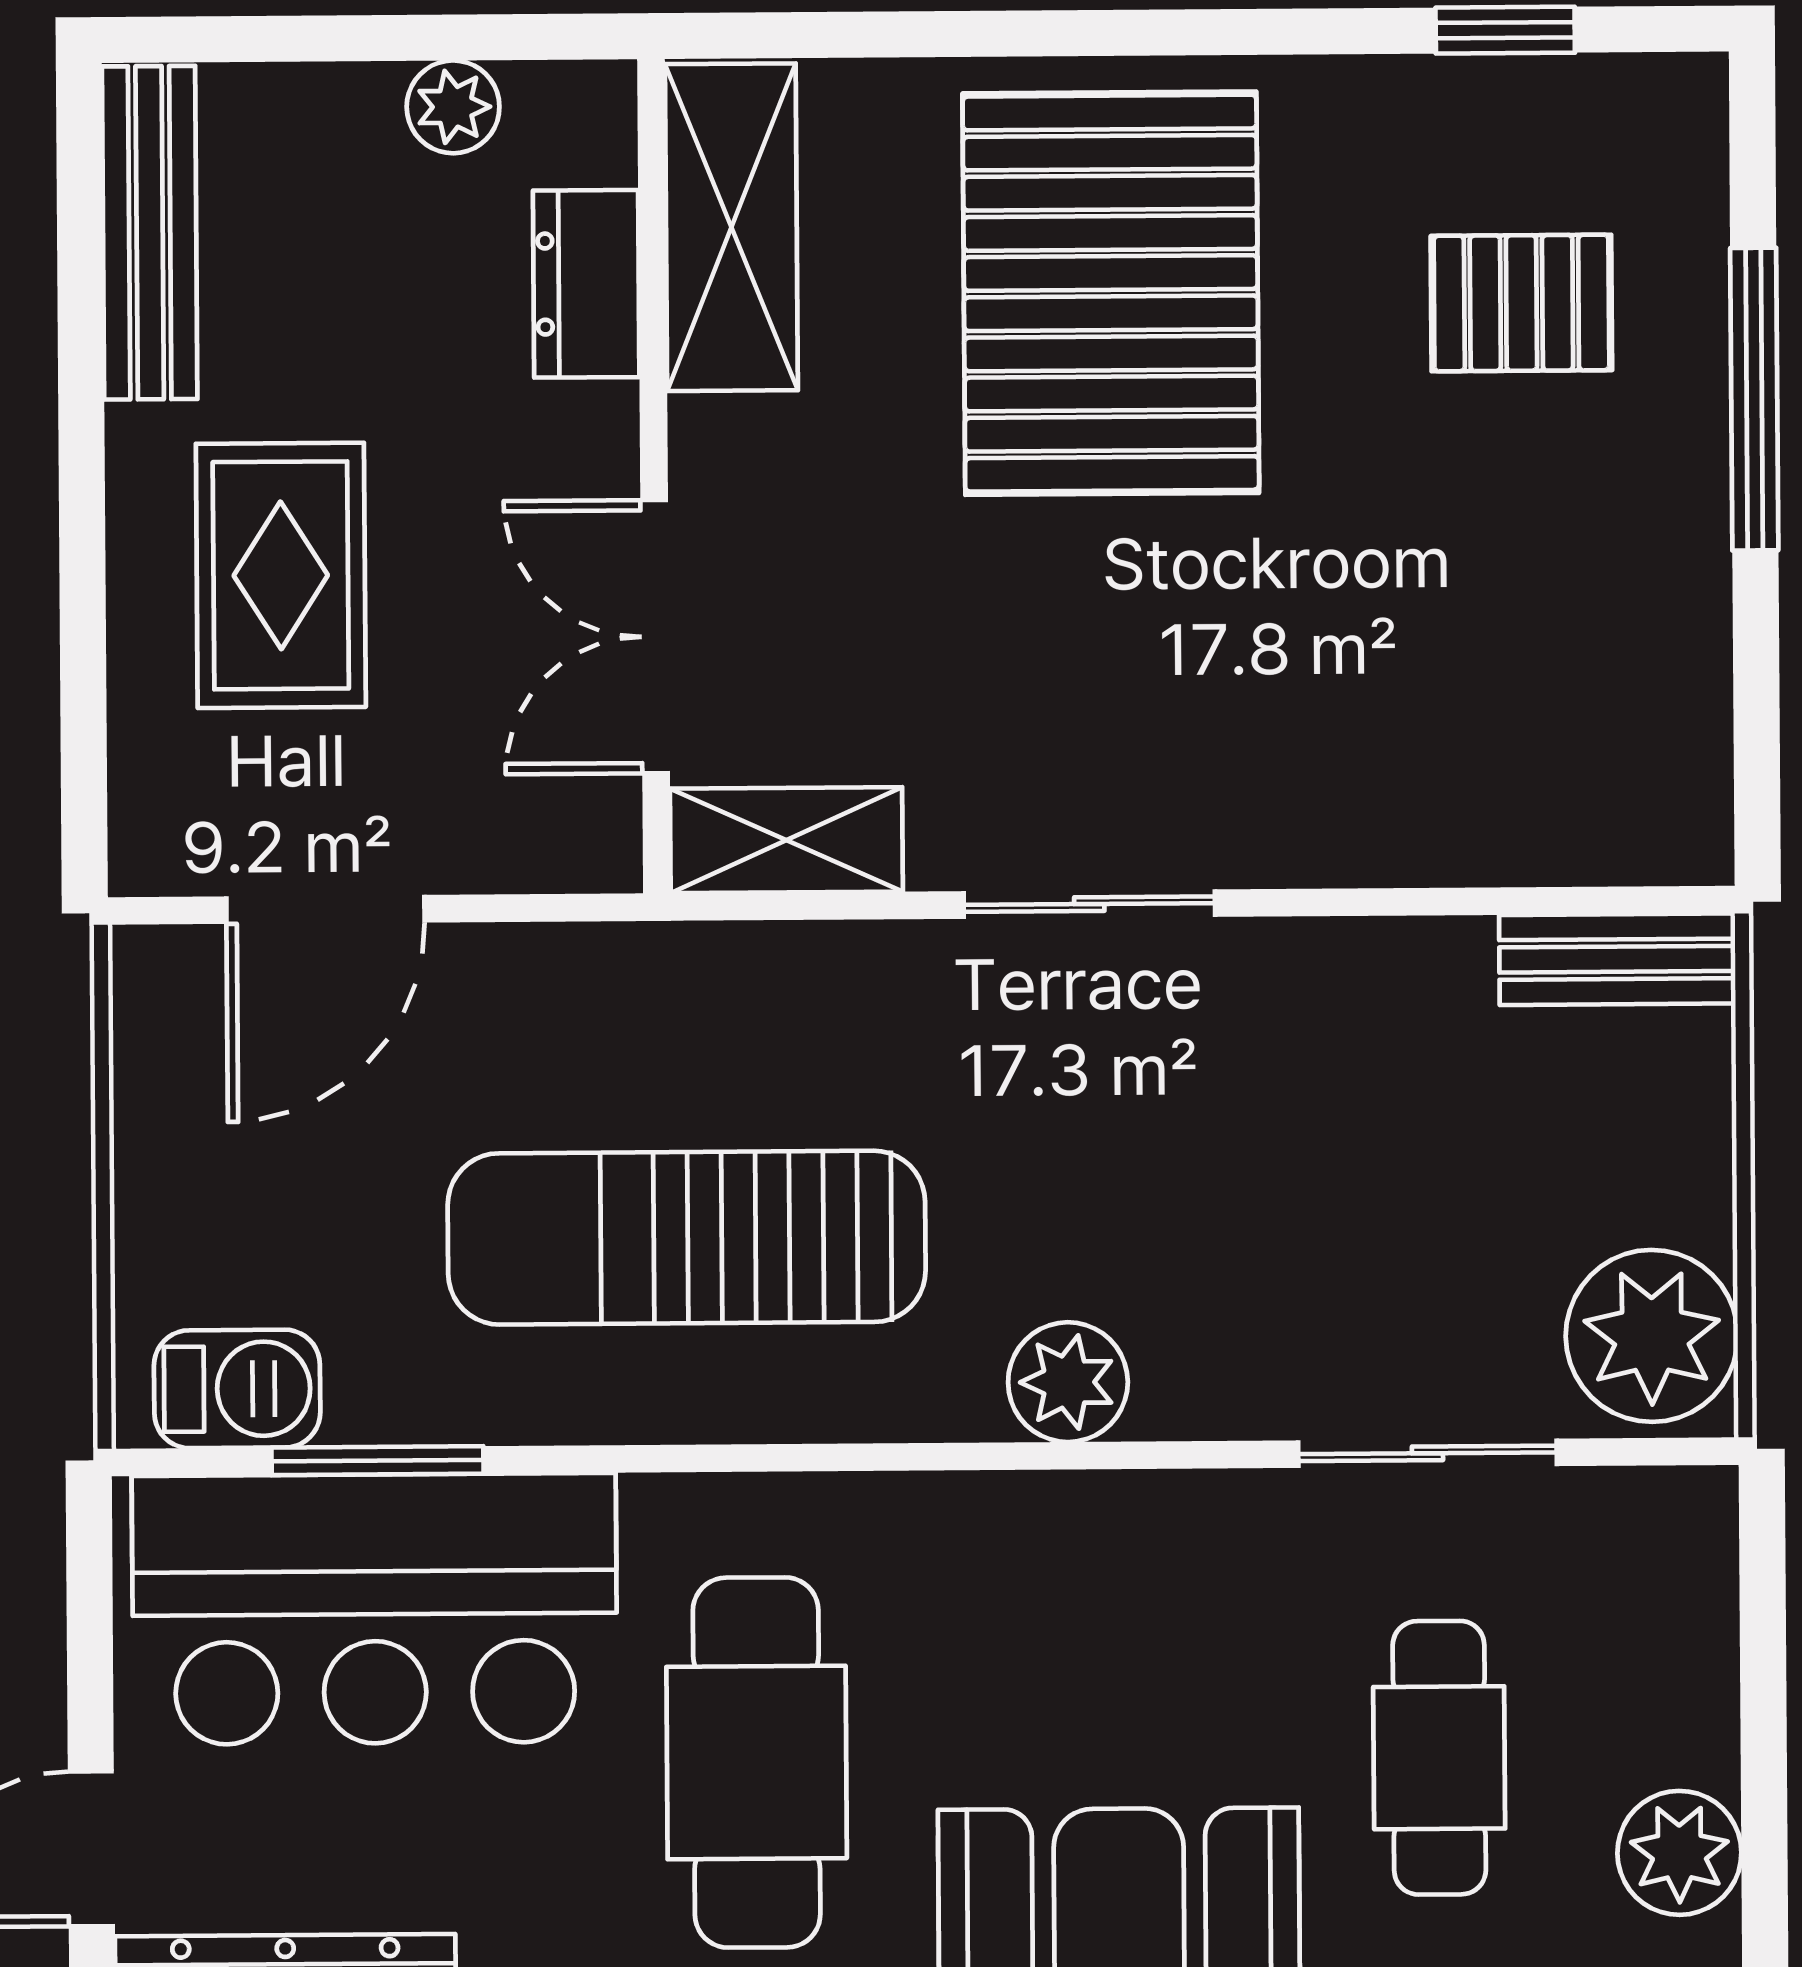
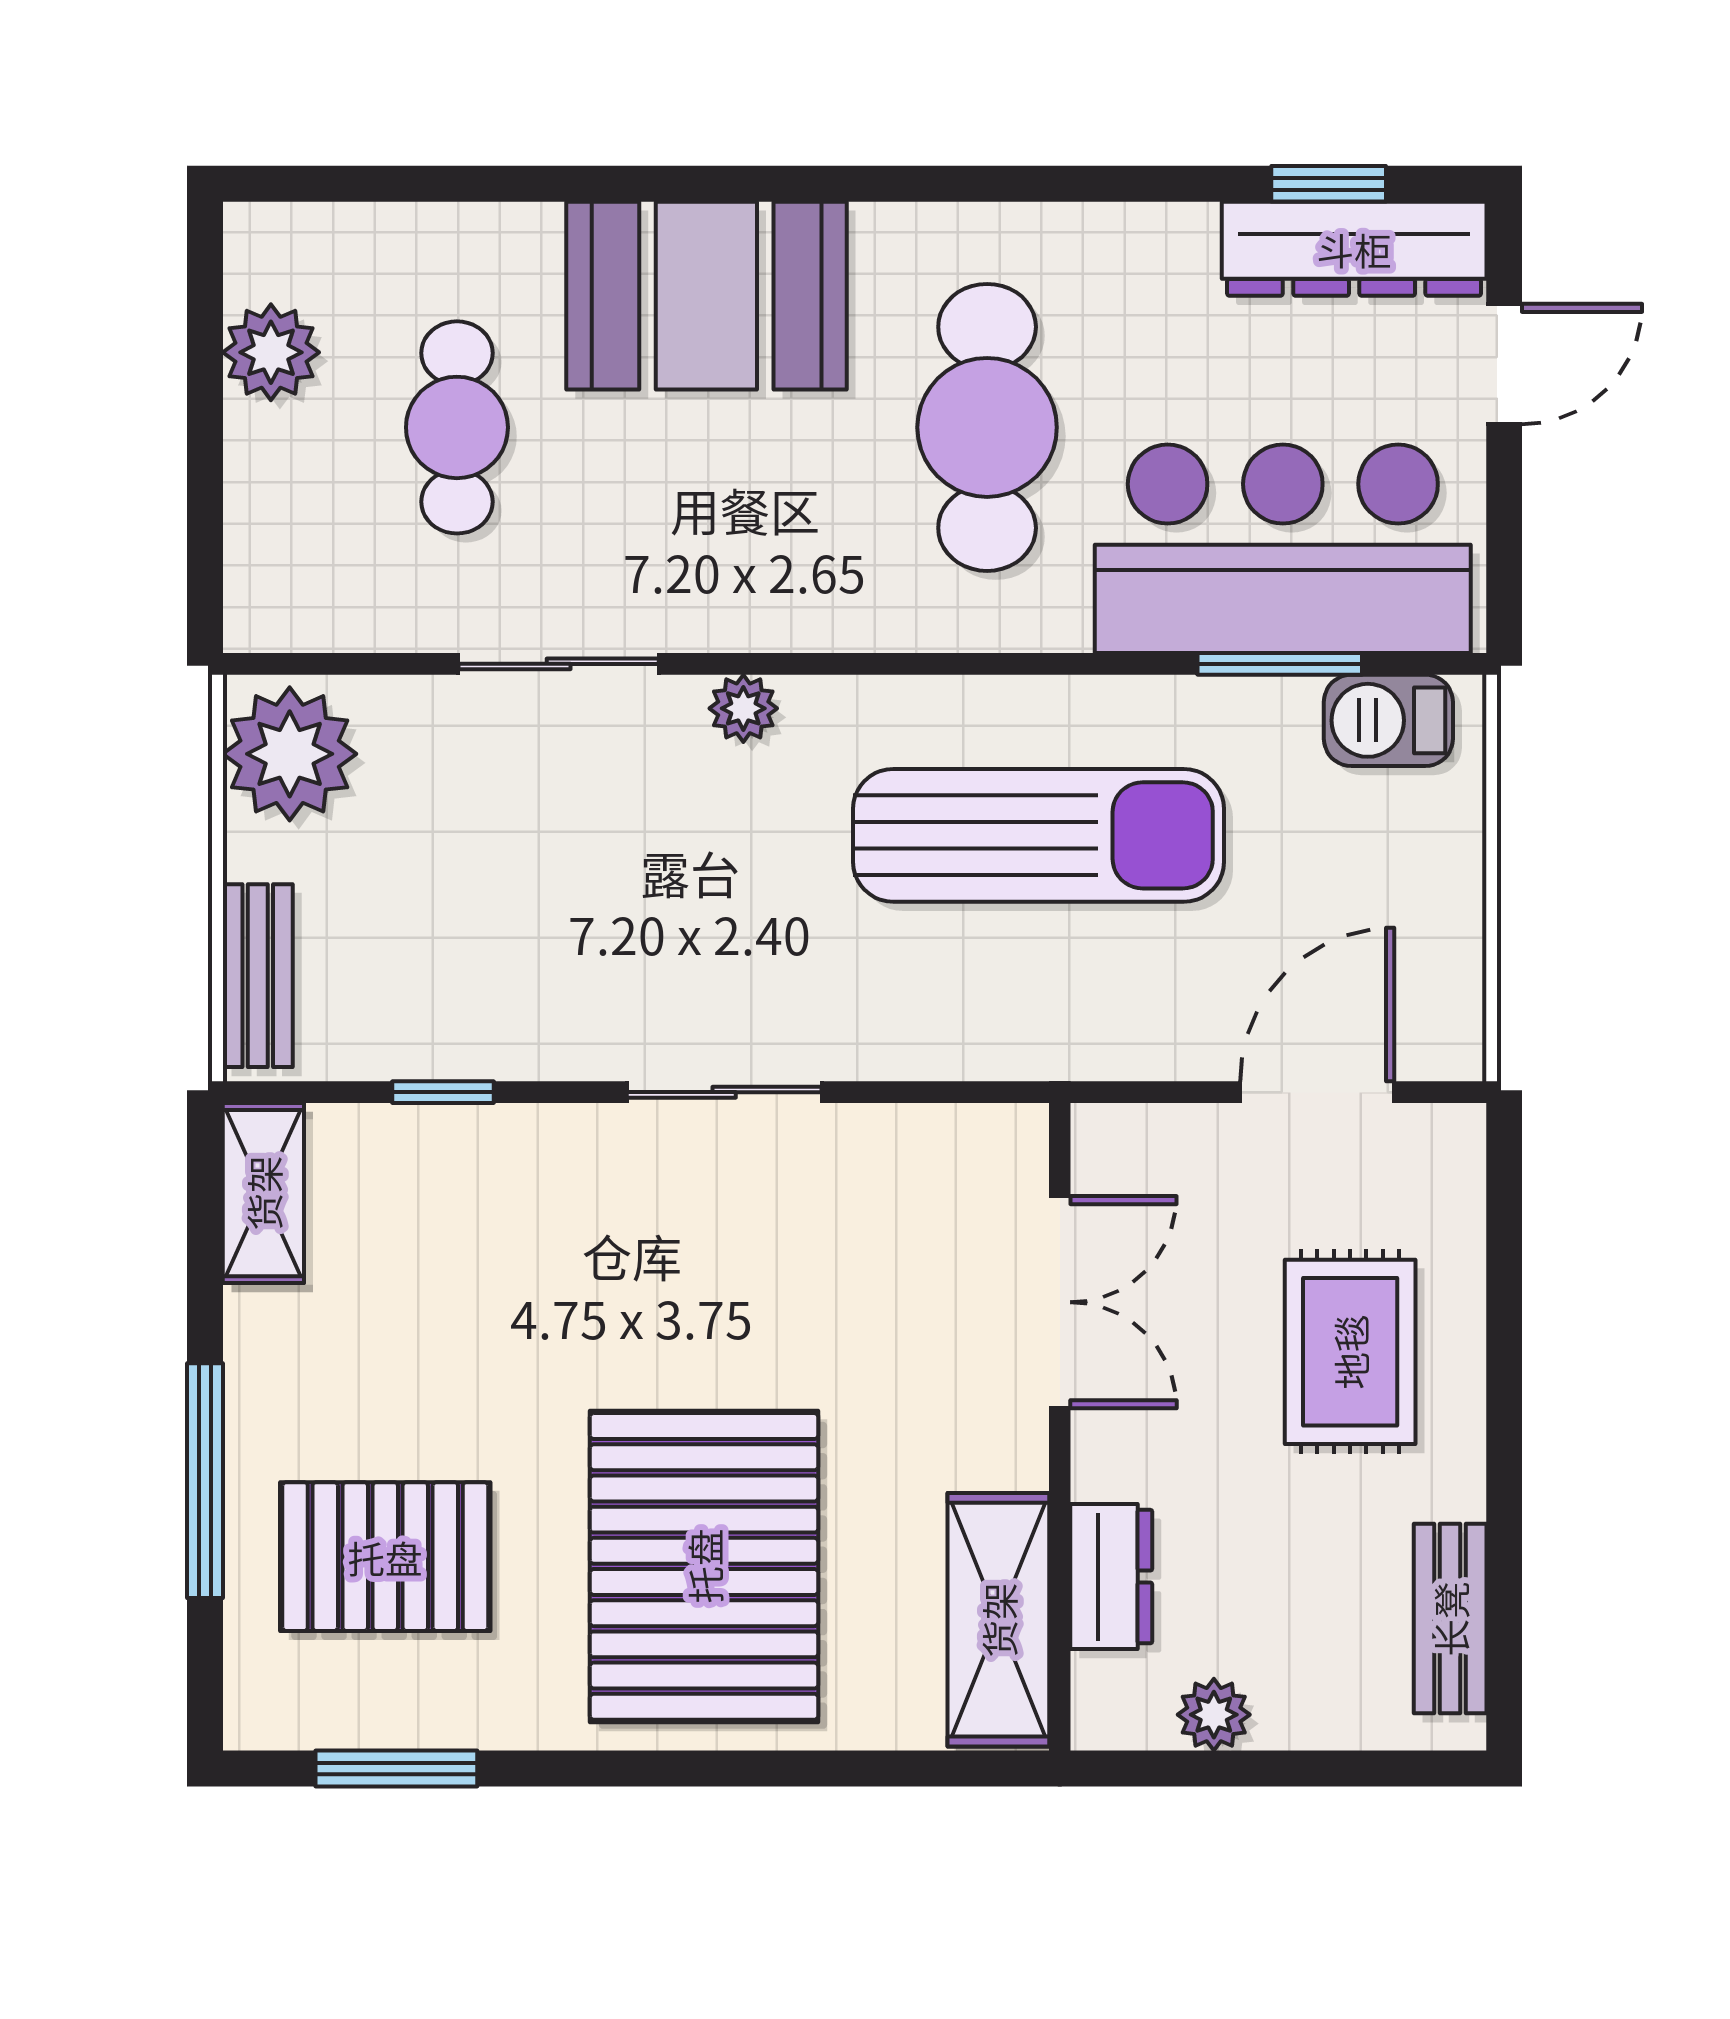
window: (1505, 30) -> (396, 1769), width x1.50
bench: (150, 233) -> (1450, 1619), width x0.73
pallet: (1521, 303) -> (385, 1557), width x1.50, depth x1.42
shelving: (786, 840) -> (263, 1193), moved, turned 90
window: (1451, 902) -> (443, 1092), added
bench: (1617, 959) -> (258, 976), moved, turned 90
plant: (1068, 1382) -> (743, 708), width x0.73, depth x0.73
sliding door: (1427, 1453) -> (559, 664), moved

